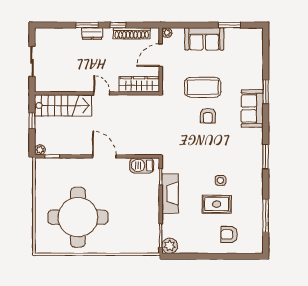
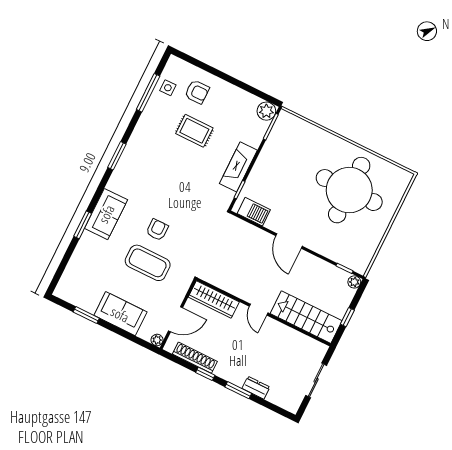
dresser: (92, 34) -> (256, 388), moved
side table: (220, 180) -> (168, 88), moved

